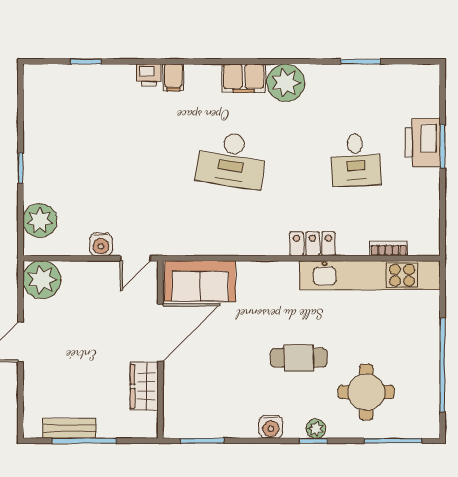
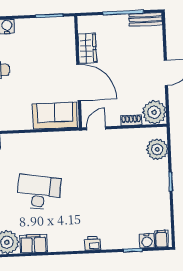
filing cabinet: (173, 77) -> (162, 239), moved
water cooler: (101, 244) -> (147, 241), moved, turned 180
shoe rack: (79, 269) -> (131, 120), added
door: (160, 333) -> (79, 82), swing flipped
bench: (70, 428) -> (146, 19), moved

